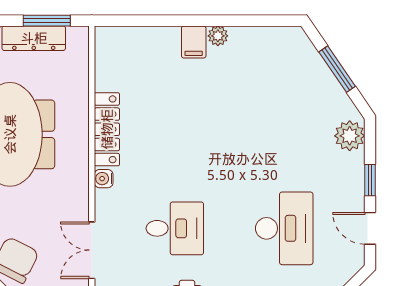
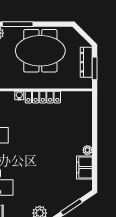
filing cabinet: (194, 42) -> (84, 168), moved, width x2.00

